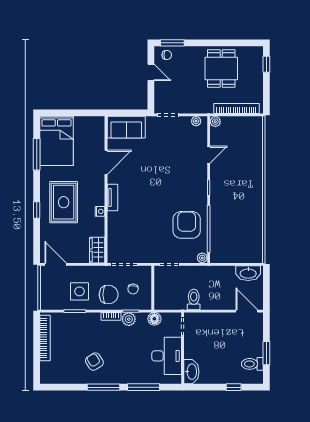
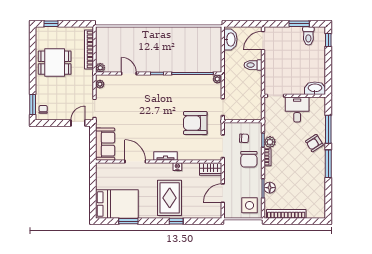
door: (151, 72) -> (78, 123), moved
window: (37, 154) -> (128, 221), width x0.69
rug: (64, 202) -> (170, 198), turned 90
armchair: (187, 225) -> (195, 123), moved
door: (56, 264) -> (223, 193), moved
side table: (80, 291) -> (250, 205), moved
chair: (109, 295) -> (249, 159), turned 180
toilet: (194, 299) -> (253, 65), moved
floor lamp: (154, 319) -> (270, 188), moved
desk: (167, 356) -> (297, 109), width x0.73
armchair: (94, 362) -> (314, 143), moved
window: (234, 387) -> (328, 40), moved

